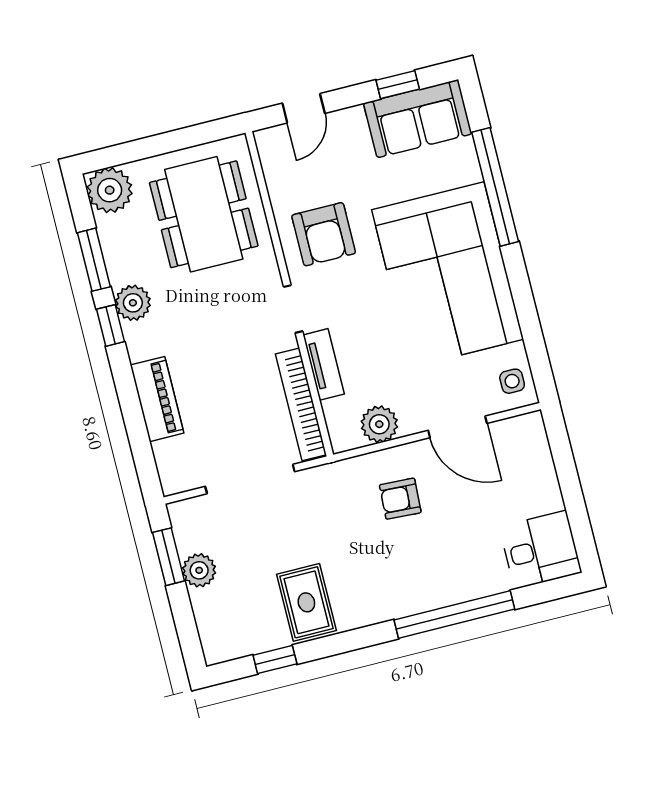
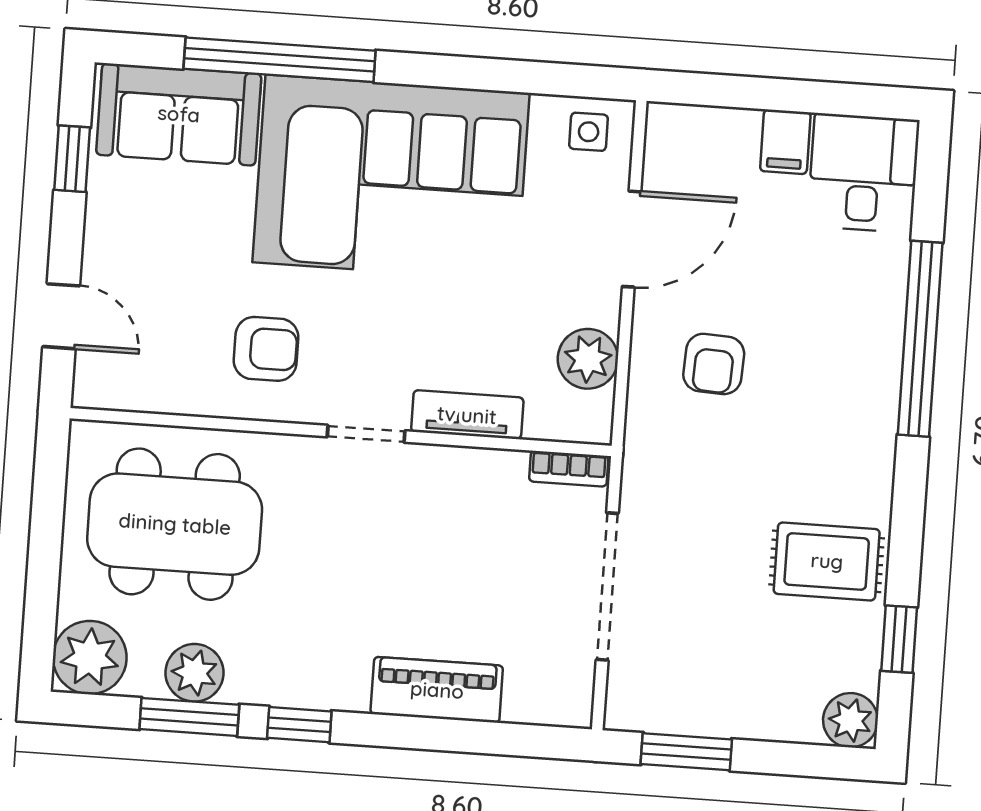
sofa: (418, 119) -> (179, 114), moved, turned 90
armchair: (324, 234) -> (266, 349), width x0.72, depth x0.72
plant: (133, 303) -> (195, 673), moved
bookcase: (301, 404) -> (569, 469), width x0.43, depth x0.76
filing cabinet: (544, 498) -> (785, 142), added
plant: (199, 570) -> (850, 720), moved

